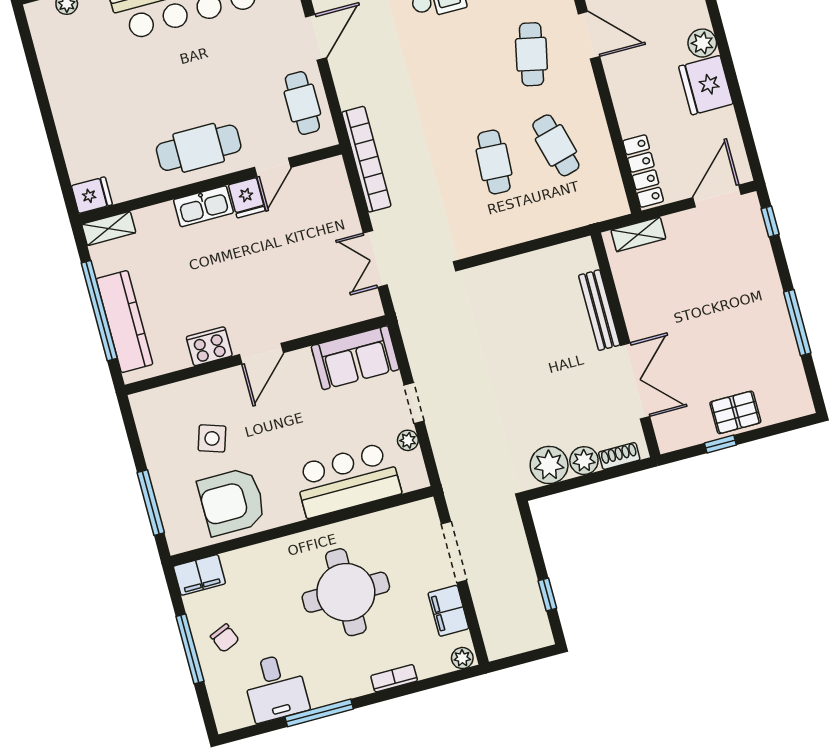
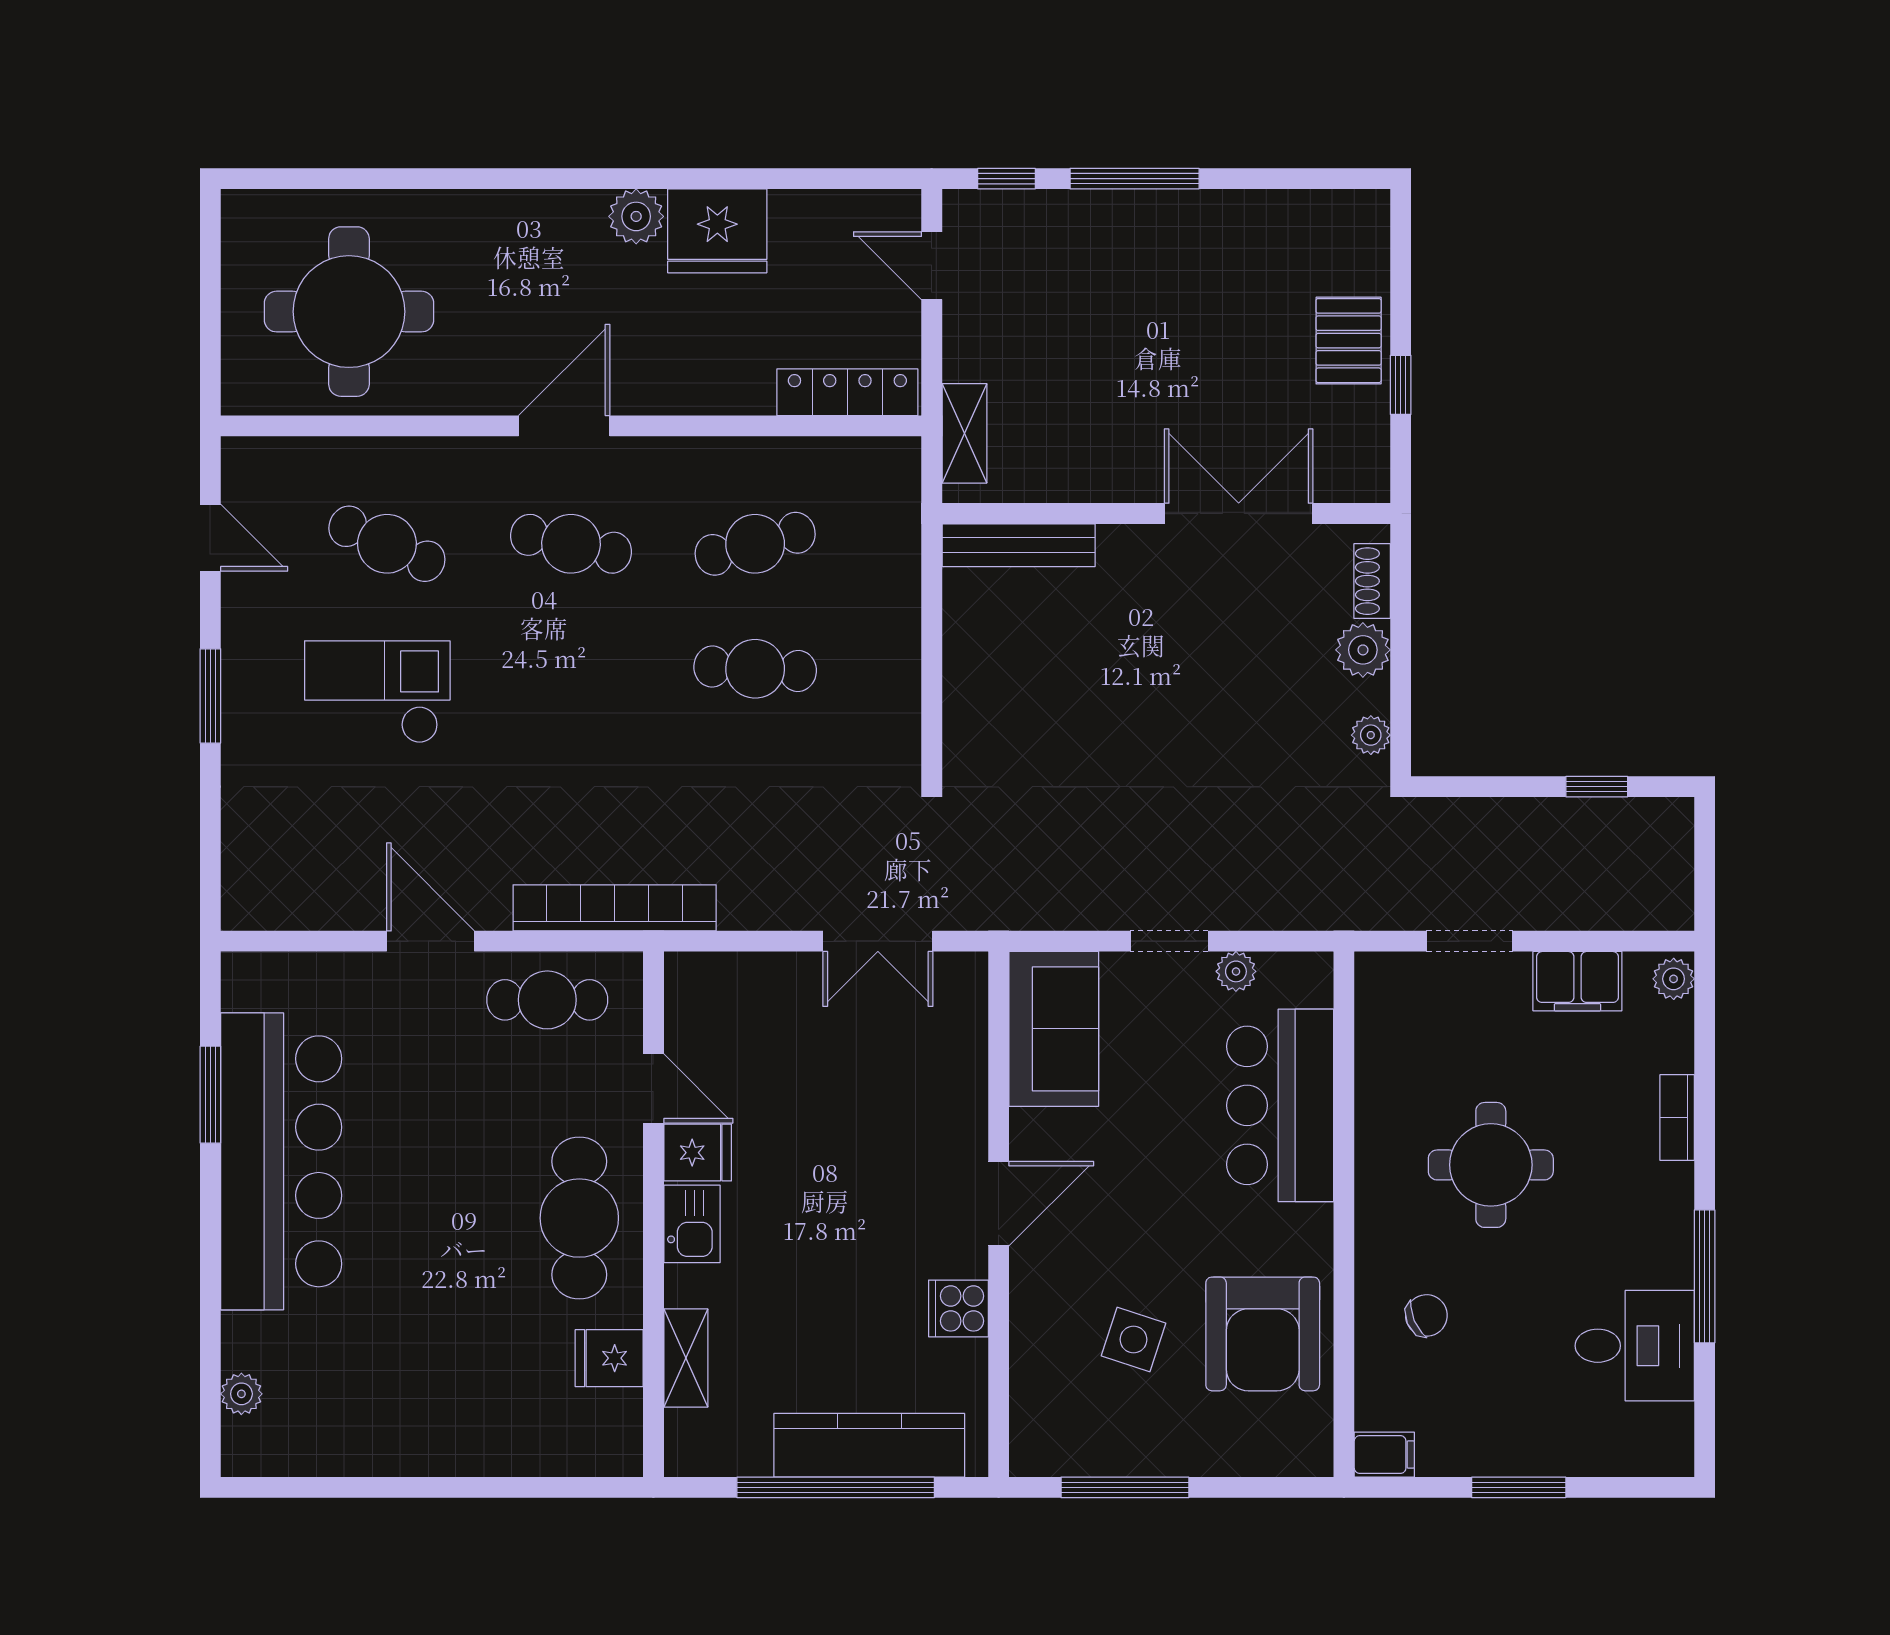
bookcase: (366, 159) -> (615, 908), moved
fridge: (92, 195) -> (609, 1358), moved, turned -90
door: (717, 196) -> (932, 266), width x0.73
kitchen sink: (203, 206) -> (692, 1224), width x0.73
shelving: (109, 228) -> (686, 1358), moved
bench: (599, 310) -> (1019, 545), moved
window: (797, 323) -> (1135, 179), moved
cooker: (209, 346) -> (958, 1308), width x0.73
door: (261, 354) -> (999, 1204), hinge flipped
plant: (549, 465) -> (1371, 735), width x0.53, depth x0.53
window: (151, 503) -> (1125, 1487), moved
doorway: (454, 552) -> (1470, 941), width x0.73
filing cabinet: (199, 575) -> (1384, 1455), width x0.50
round table: (346, 592) -> (1491, 1165), width x0.73, depth x0.73
chair: (225, 638) -> (1426, 1315), moved
window: (190, 649) -> (1519, 1487), width x0.69

